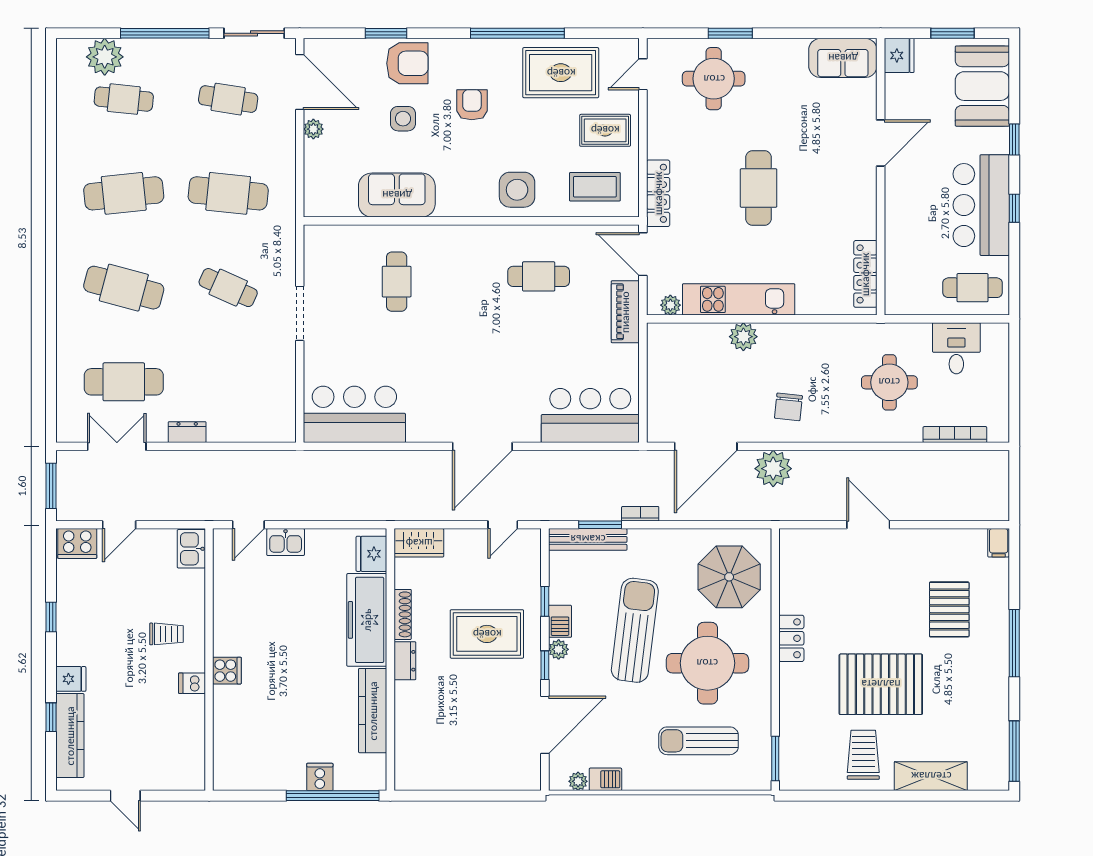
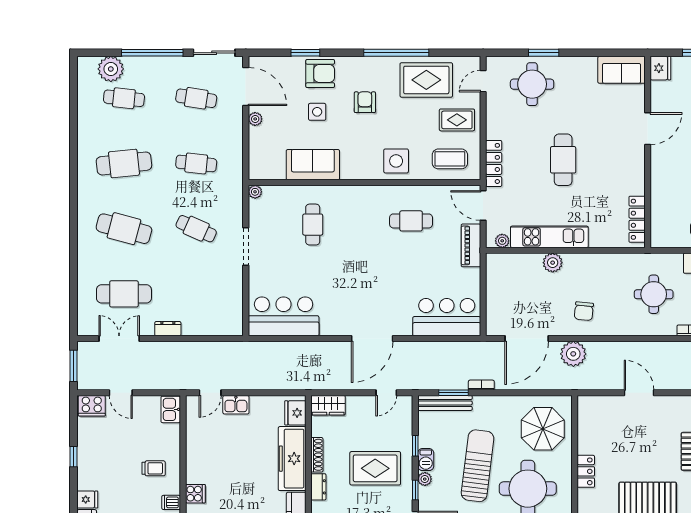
cafe table: (228, 193) -> (196, 163), width x0.73, depth x0.74
plant: (313, 234) -> (255, 192), added
door: (119, 525) -> (121, 393), hinge flipped

